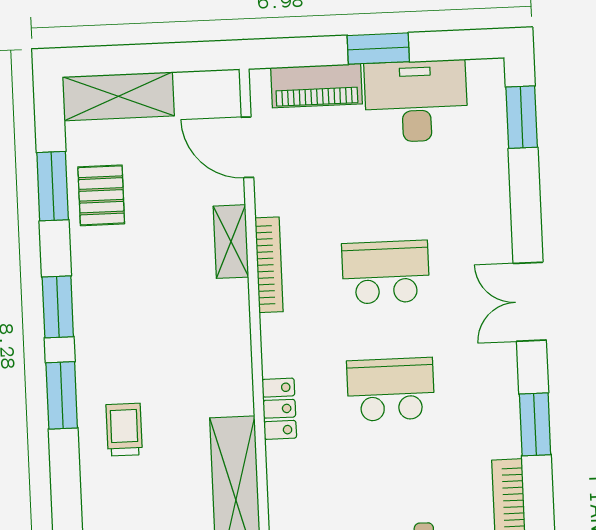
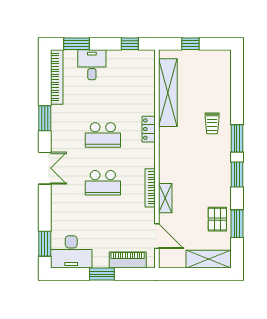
desk: (416, 101) -> (71, 252), moved

